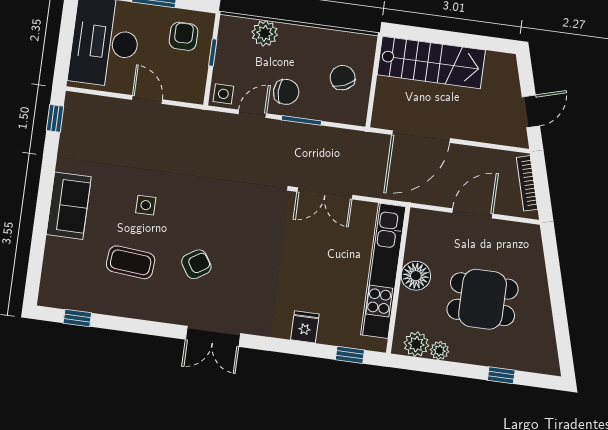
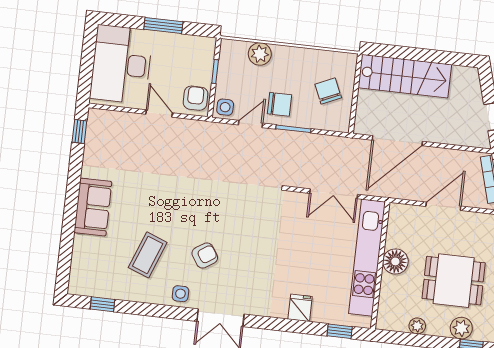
armchair: (184, 36) -> (195, 98), moved
double door: (325, 193) -> (334, 194), moved
side table: (146, 205) -> (180, 294), moved
coffee table: (131, 262) -> (148, 255), turned -74
plant: (416, 344) -> (461, 328), moved

